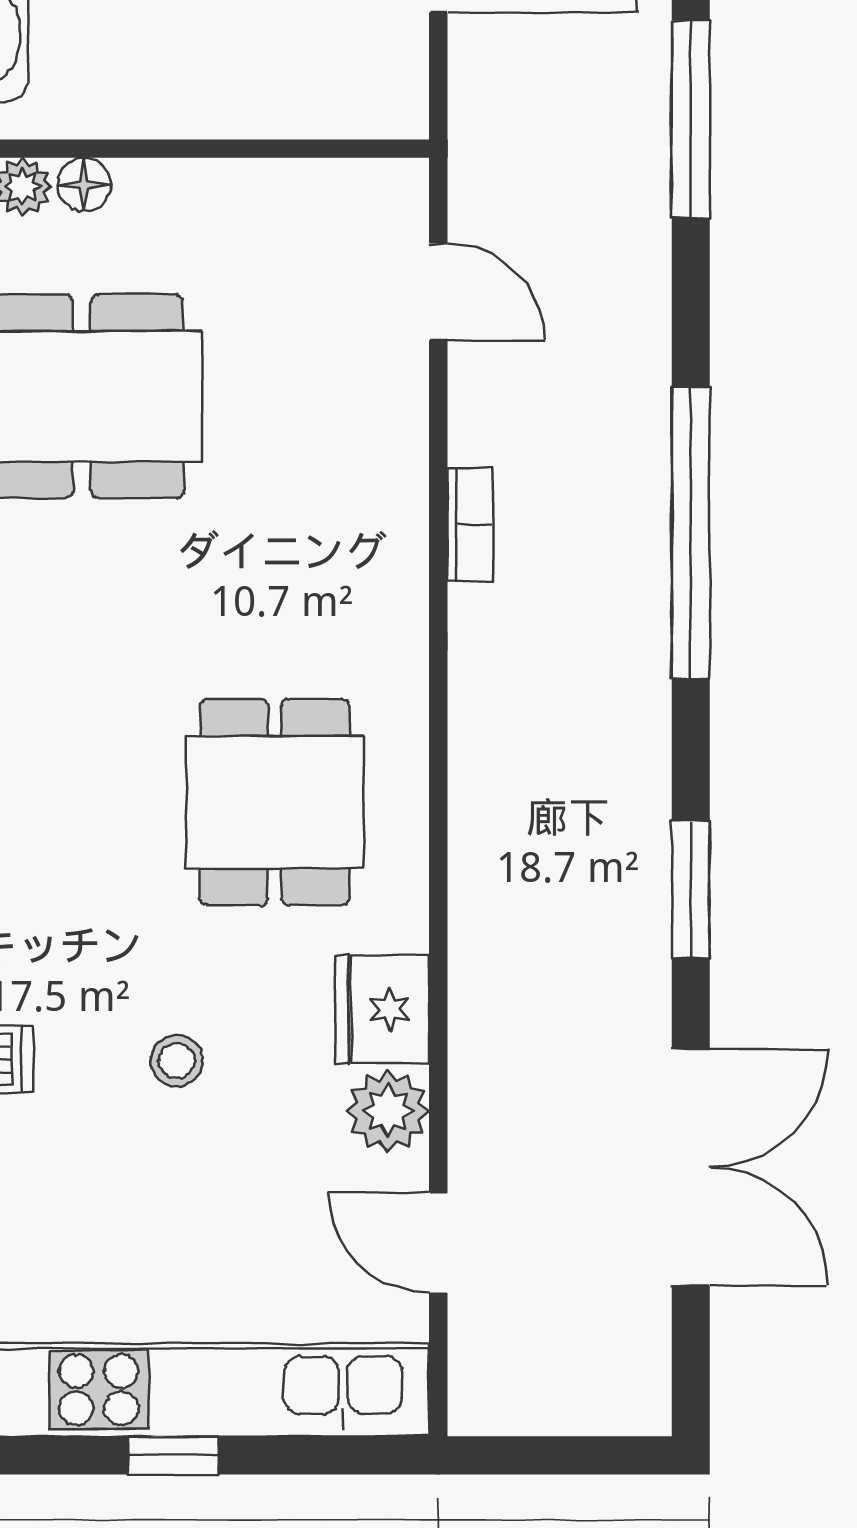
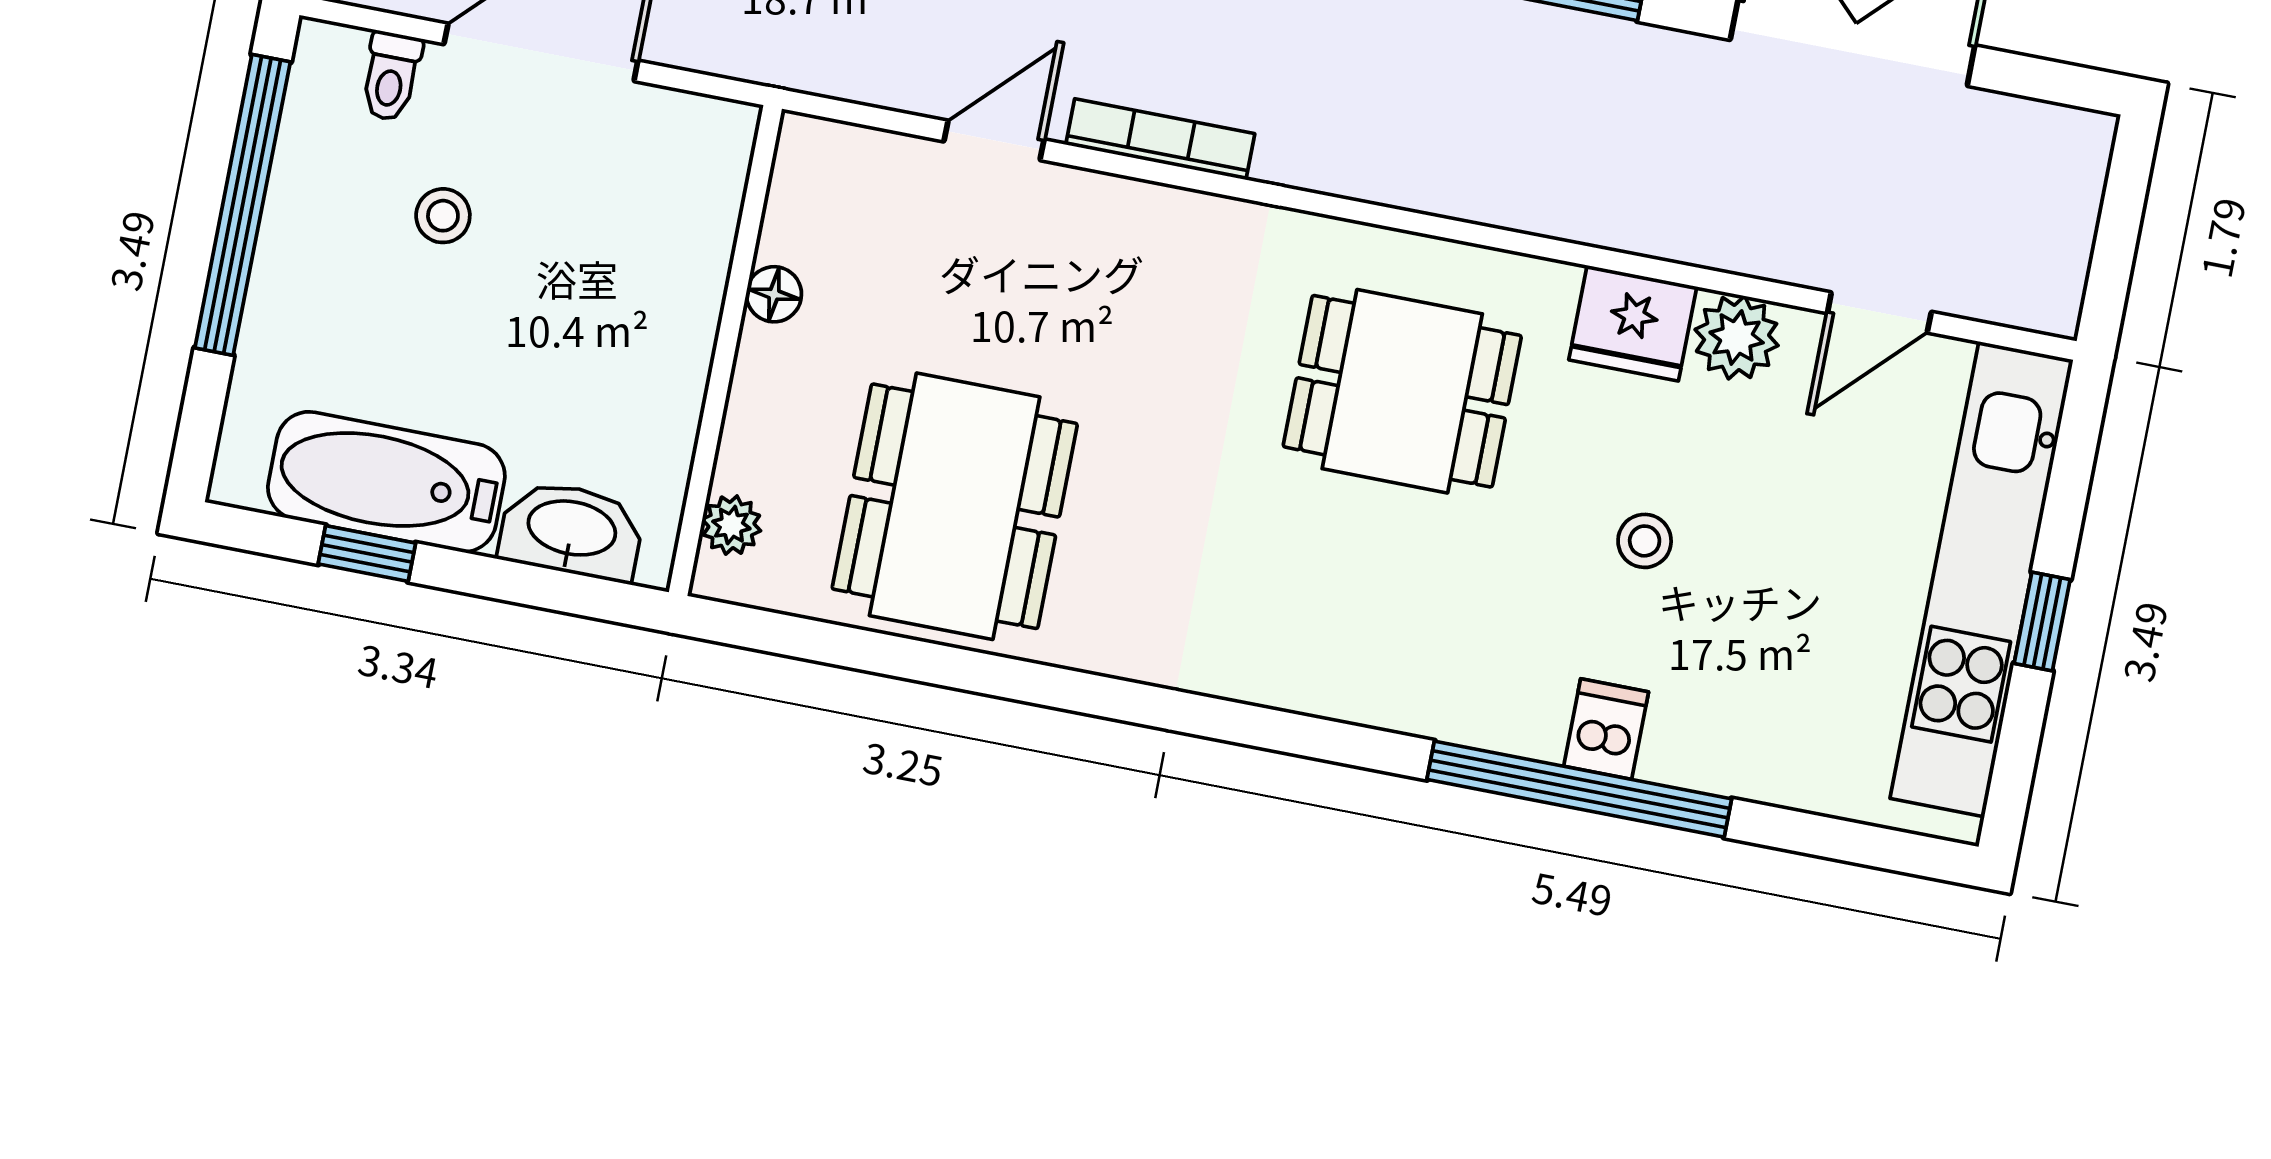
floor lamp: (84, 185) -> (774, 294), moved
door: (438, 292) -> (994, 140), moved
bookcase: (470, 524) -> (1160, 139), width x1.56

